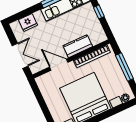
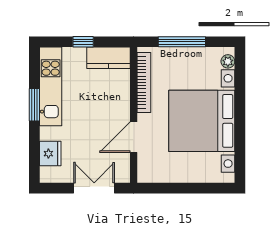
kitchen counter: (78, 46) -> (108, 58), moved, turned -90

